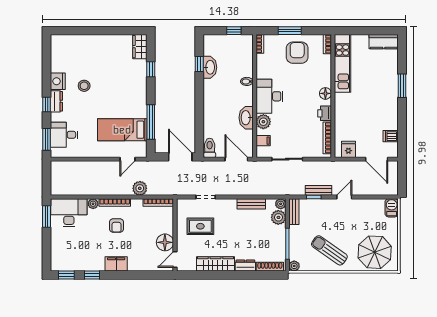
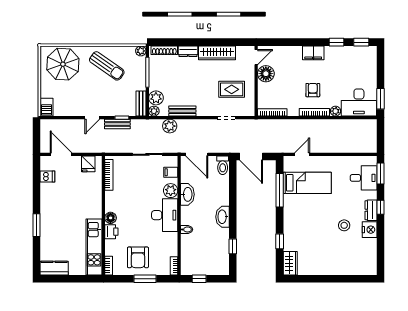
washbasin: (210, 67) -> (223, 217), moved
printer: (325, 113) -> (111, 232), moved
plant: (140, 188) -> (170, 126), moved

